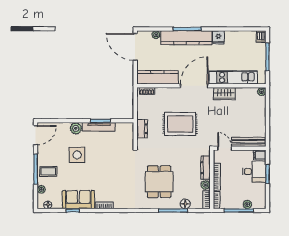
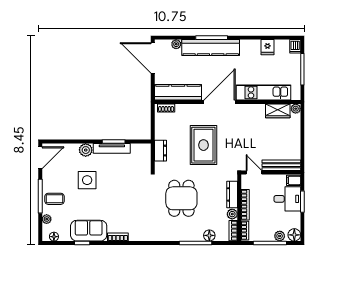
fridge: (218, 37) -> (268, 47), moved
wardrobe: (224, 94) -> (278, 111), moved
rug: (180, 124) -> (203, 145), turned 90
dining table: (159, 182) -> (181, 198), moved
floor lamp: (260, 203) -> (294, 235), added

